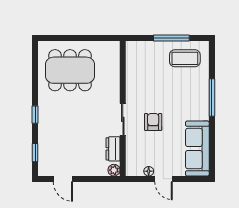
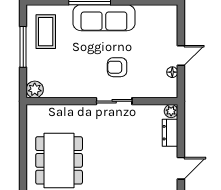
plant: (133, 49) -> (35, 89), added
sofa: (197, 148) -> (104, 18), moved
dresser: (113, 149) -> (170, 133), moved, turned 90

